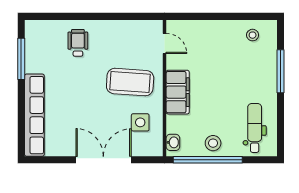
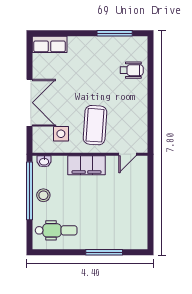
stool: (253, 35) -> (135, 229), removed
wheelchair: (78, 43) -> (132, 70), moved
row of seats: (34, 115) -> (50, 44), width x0.50

